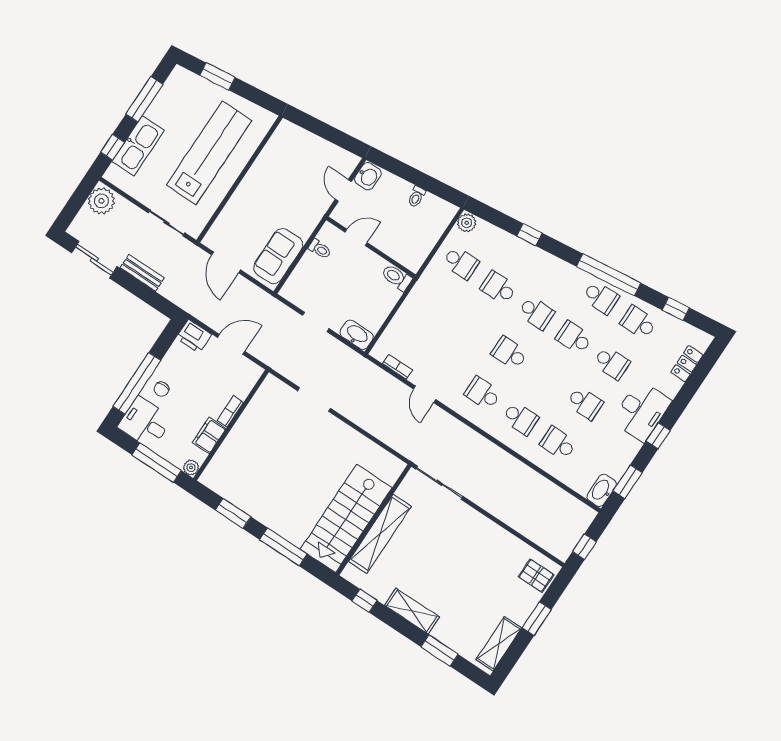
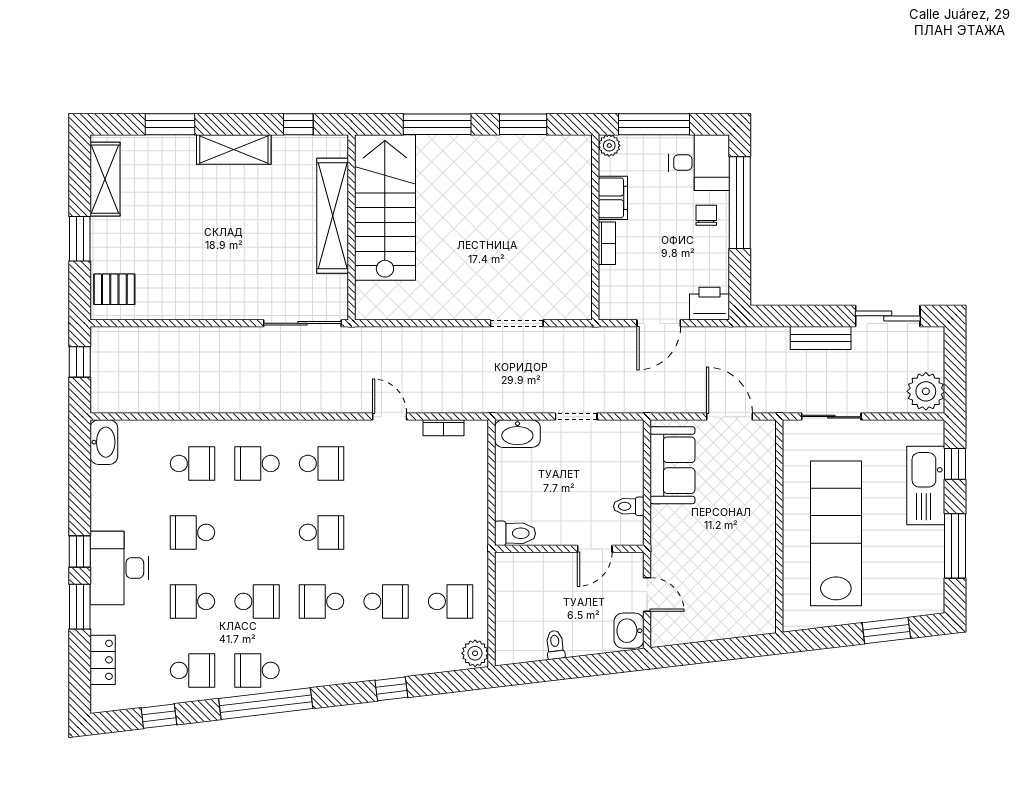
lab bench: (209, 153) -> (836, 533), turned 180
school desk: (461, 263) -> (451, 601), turned 180
window: (628, 482) -> (80, 607), moved

